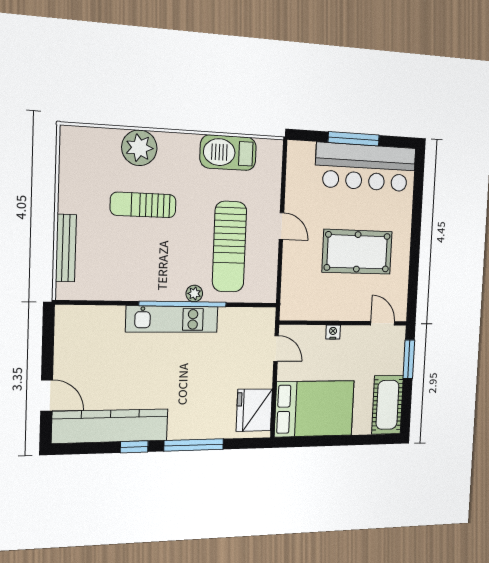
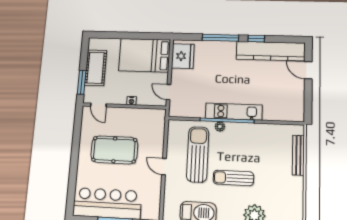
sun lounger: (143, 205) -> (233, 178), moved, turned 180
cot: (387, 405) -> (96, 68), moved

